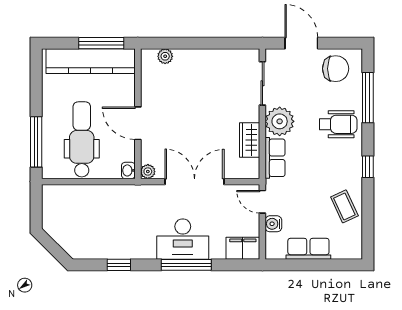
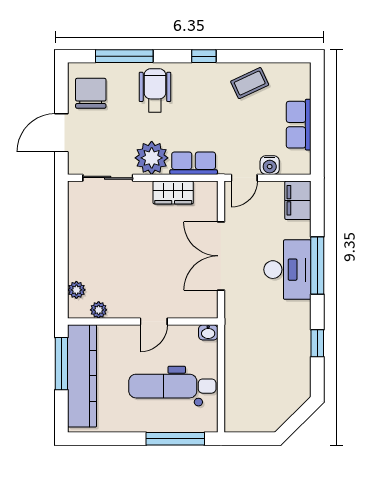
door: (138, 123) -> (154, 321), width x0.73
plant: (148, 172) -> (99, 310), moved

